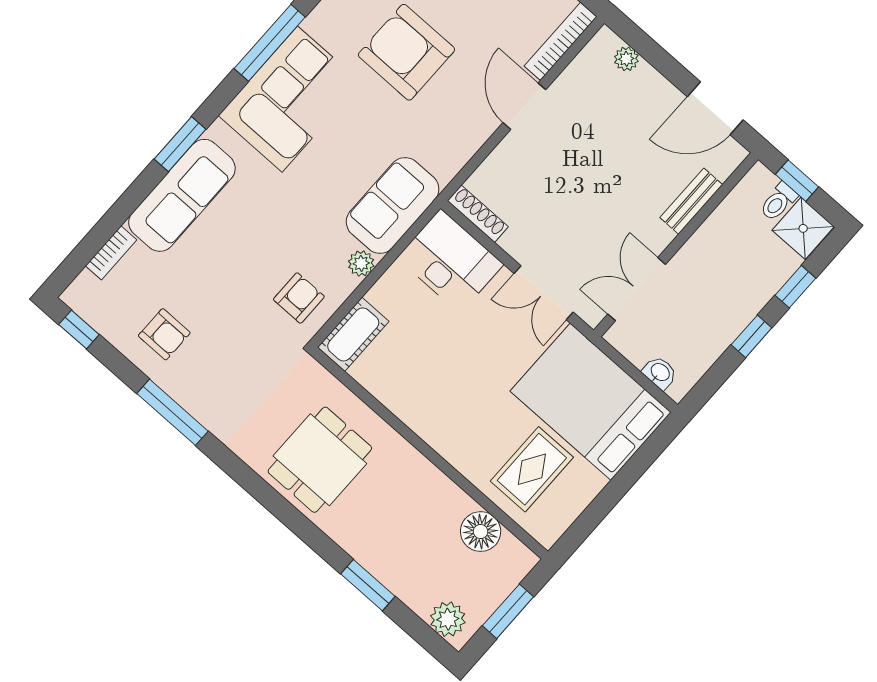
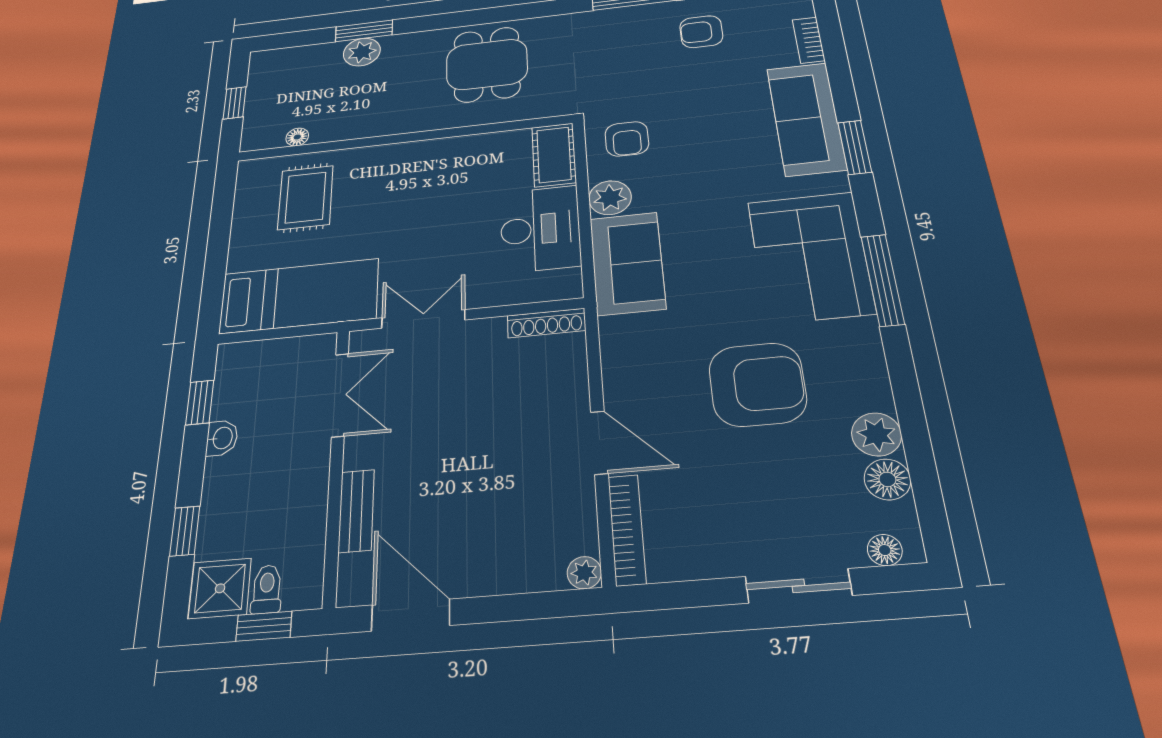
plant: (626, 59) -> (584, 573), moved
door: (715, 108) -> (411, 615), hinge flipped
desk: (450, 261) -> (540, 229), moved, turned -90
plant: (361, 263) -> (610, 198), width x1.38, depth x1.38
window: (751, 336) -> (200, 402), moved
washbasin: (660, 373) -> (222, 438), moved, turned -90
bed: (591, 402) -> (299, 296), width x0.67
floor lamp: (481, 532) -> (297, 137), width x0.53, depth x0.53
window: (508, 611) -> (235, 103), width x0.67
plant: (448, 619) -> (362, 52), moved

